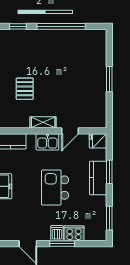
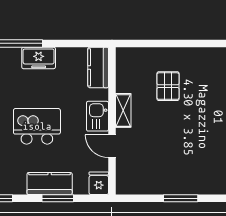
pallet: (25, 89) -> (168, 86), turned 90

